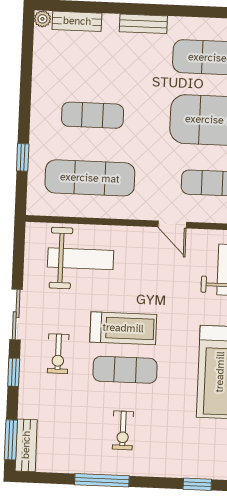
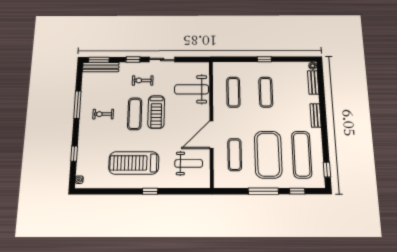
window: (23, 157) -> (264, 59), moved
exercise mat: (90, 178) -> (233, 92), width x0.73, depth x0.69
door: (172, 224) -> (211, 135), width x1.88
weight bench: (81, 259) -> (192, 89), turned 90
bench: (26, 445) -> (101, 67), width x1.36

